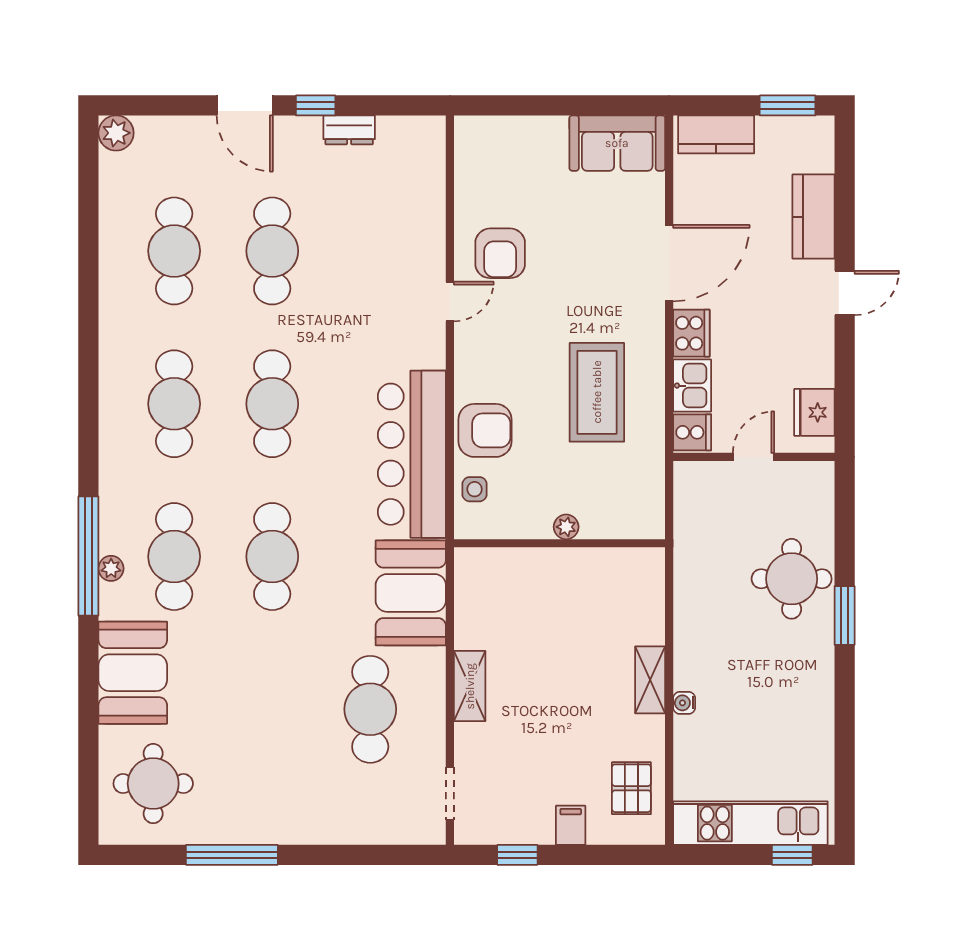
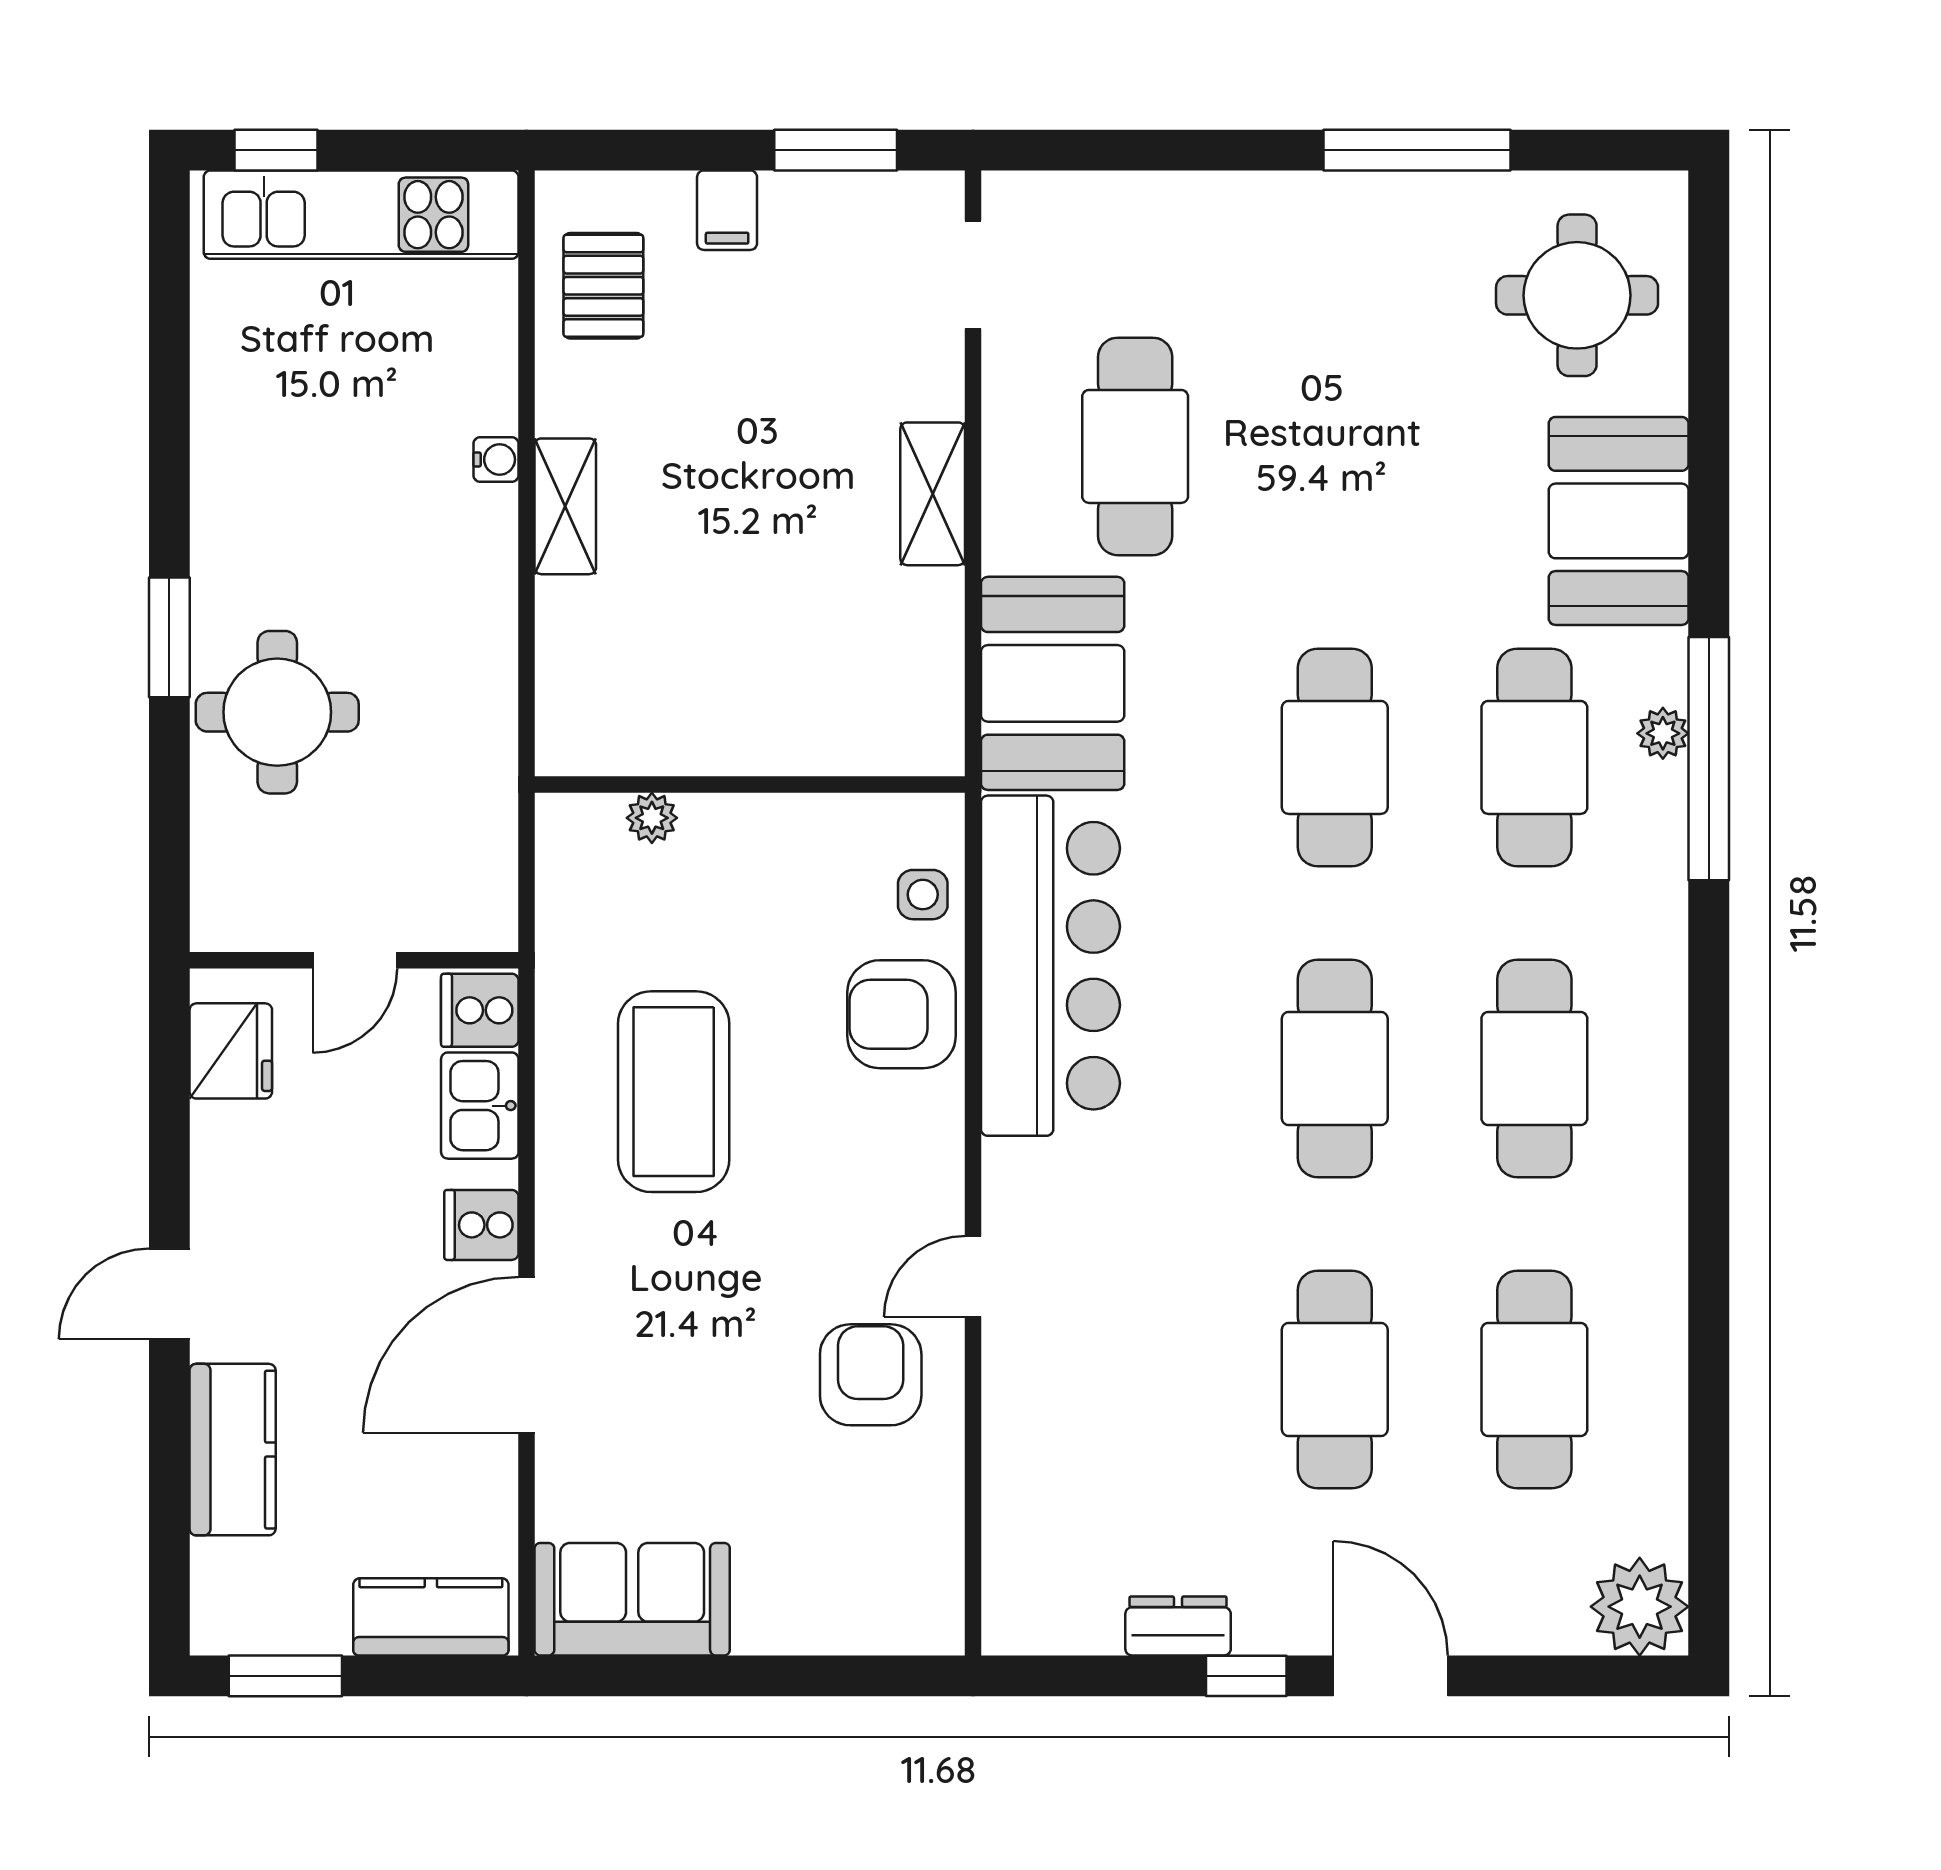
plant: (116, 133) -> (1640, 1607), width x1.36, depth x1.36
cooker: (691, 333) -> (481, 1225), width x0.73
plant: (566, 527) -> (652, 818), moved
window: (517, 855) -> (836, 150), width x1.50

